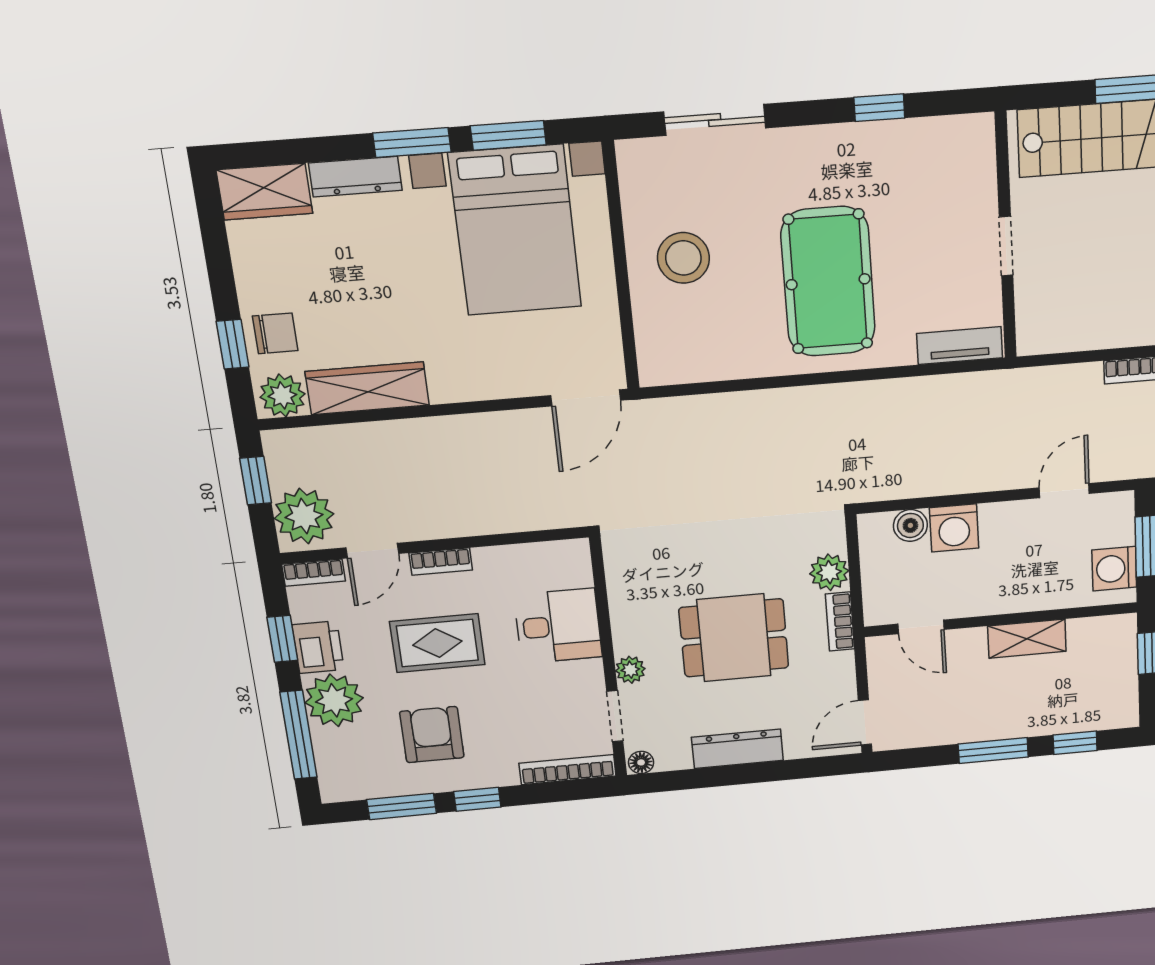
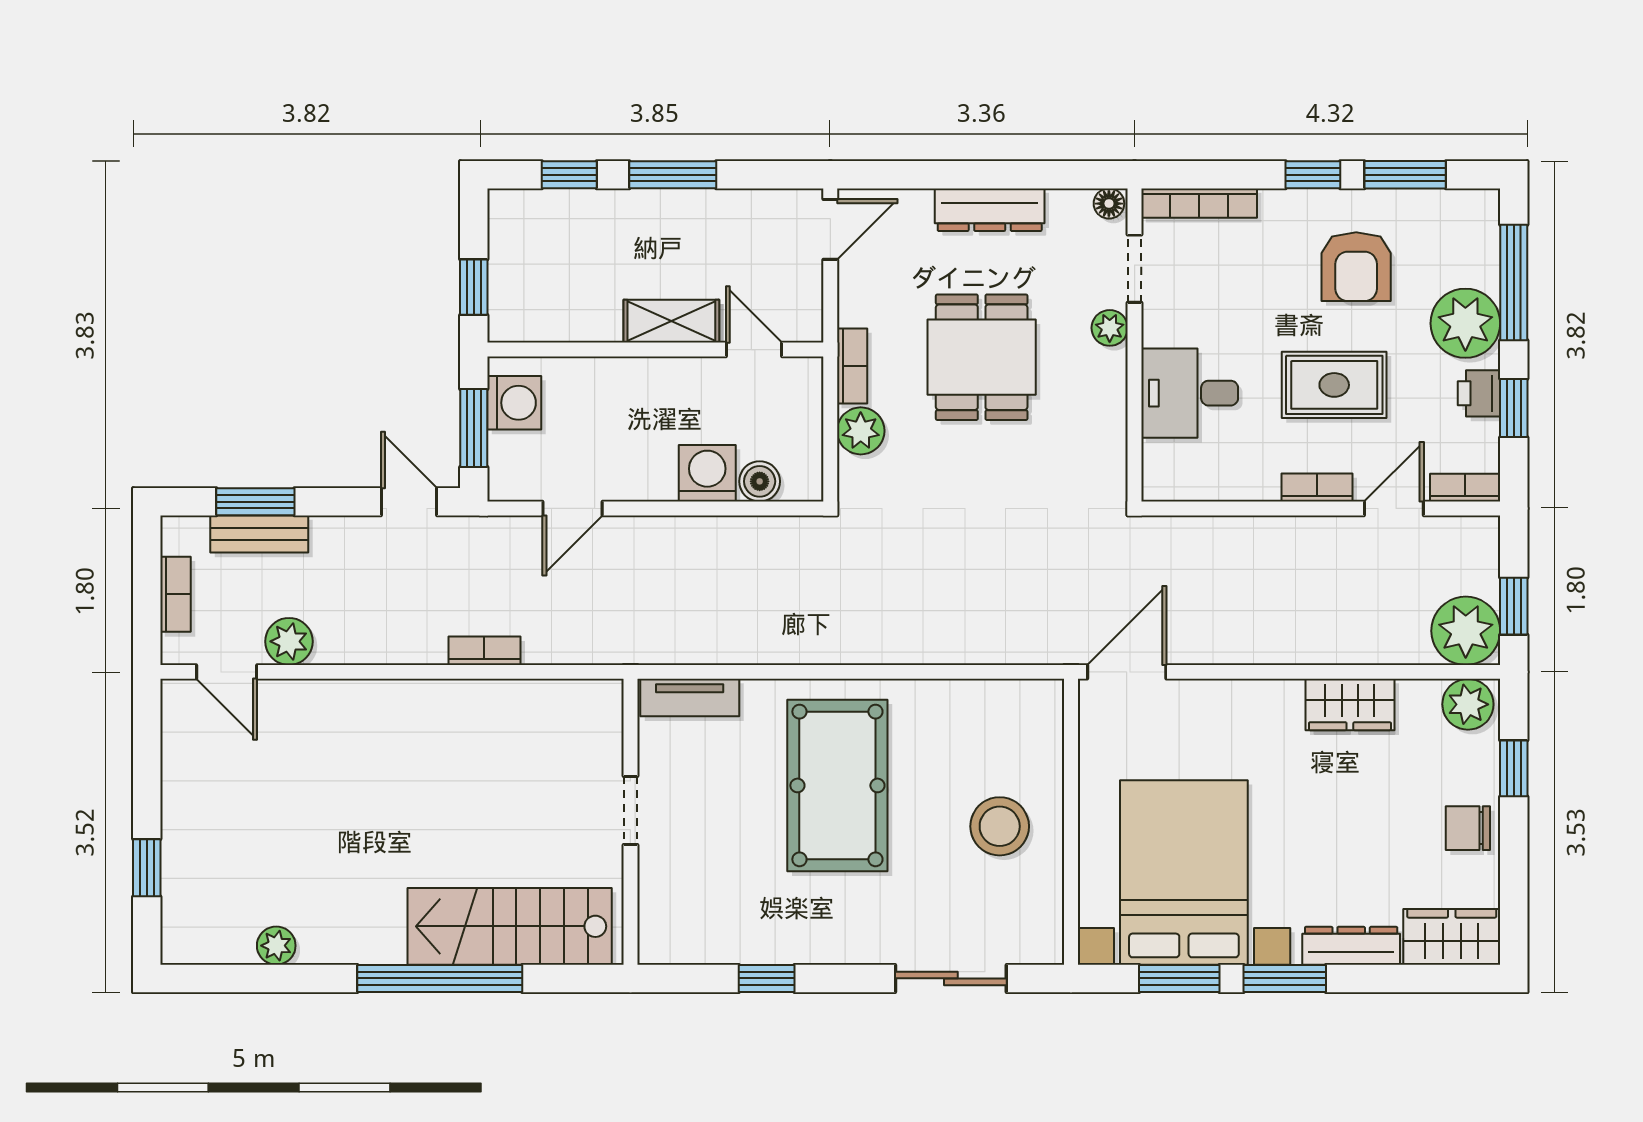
chair: (275, 333) -> (1468, 828), moved
wardrobe: (367, 388) -> (1350, 705), width x0.67
plant: (304, 516) -> (1466, 631), moved
dining table: (734, 638) -> (982, 357), turned 90
shelving: (1027, 639) -> (671, 321), moved
printer: (318, 647) -> (1479, 393), width x0.73, depth x0.81

